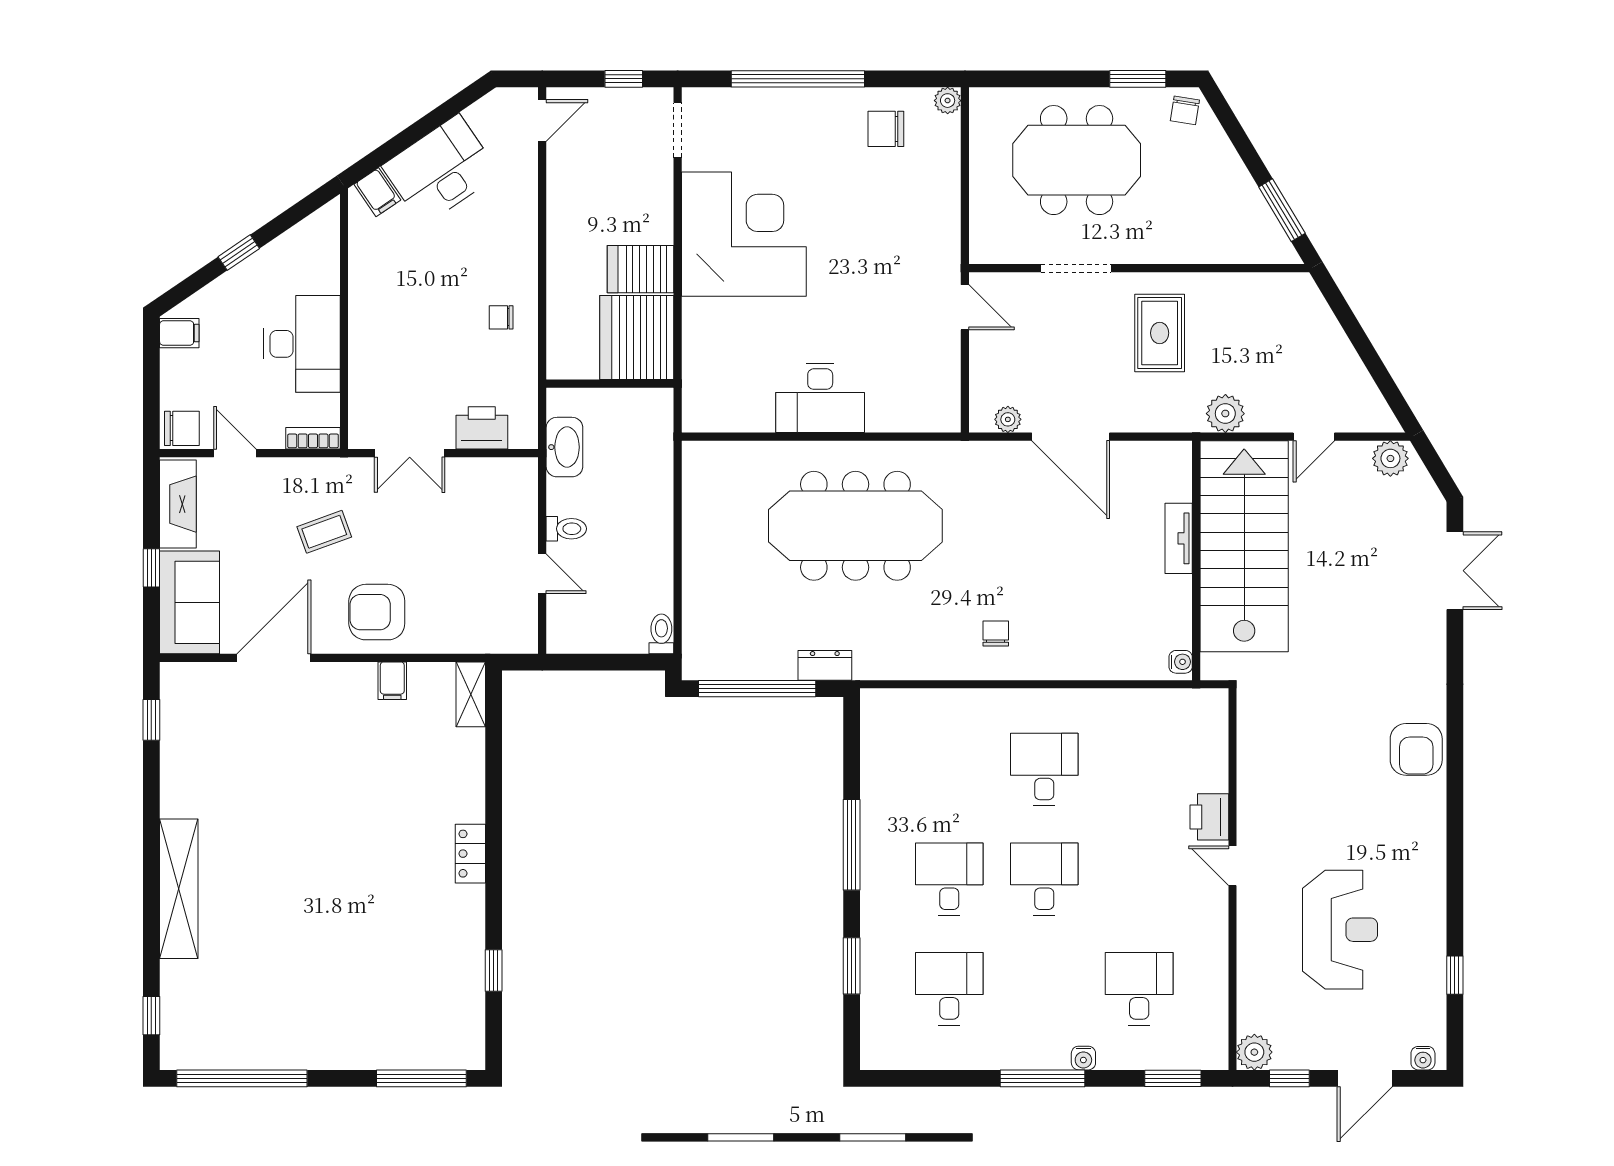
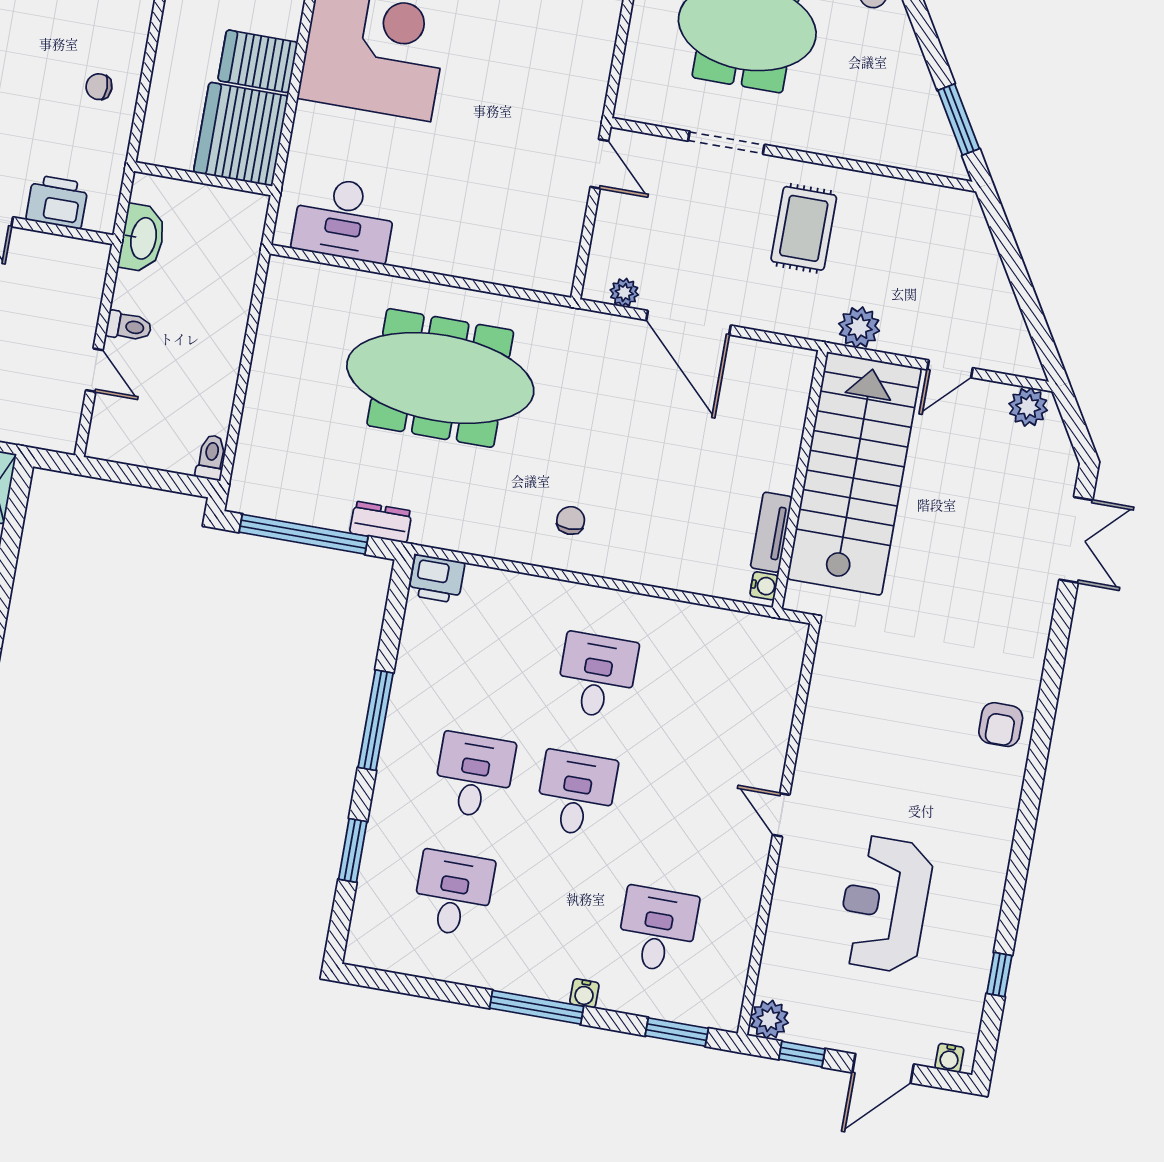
desk: (820, 398) -> (344, 219), moved
tv unit: (1179, 538) -> (771, 532), moved
armchair: (1416, 749) -> (1001, 725), width x0.72, depth x0.72
printer: (1209, 817) -> (437, 579), moved, turned -90
reception desk: (1340, 930) -> (885, 904), turned 180

